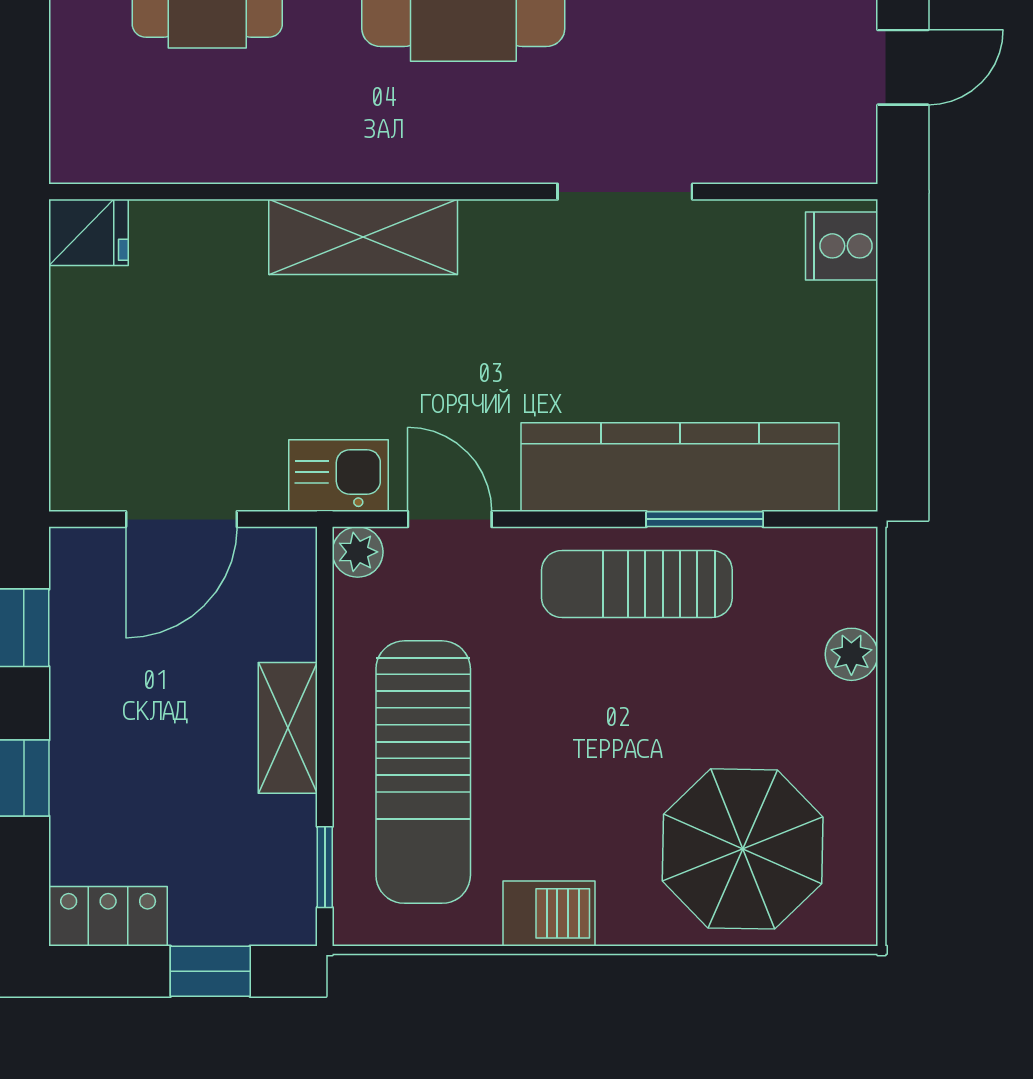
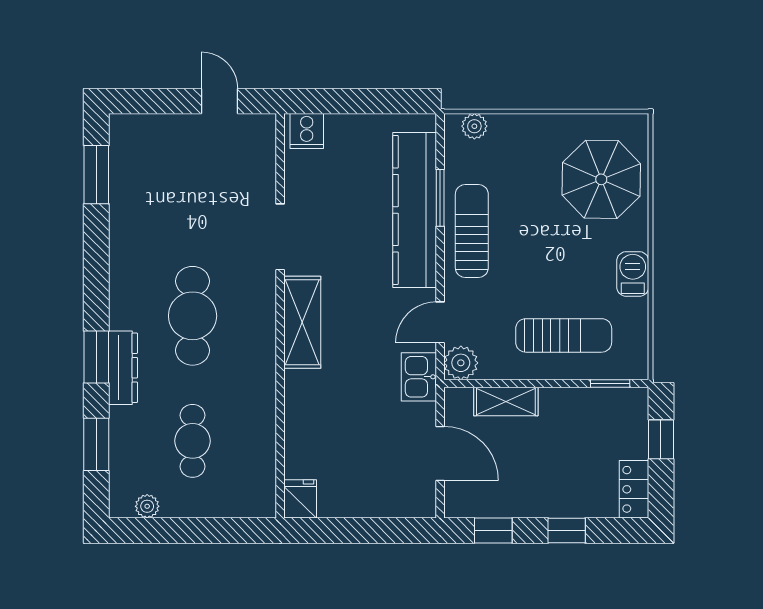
shelving: (363, 237) -> (302, 322), moved
plant: (358, 552) -> (461, 363), width x1.38, depth x1.38
sun lounger: (637, 584) -> (472, 231), turned 180
plant: (851, 654) -> (474, 126), moved
shelving: (288, 728) -> (506, 402), moved
sun lounger: (423, 772) -> (564, 335), width x0.73, depth x0.75

